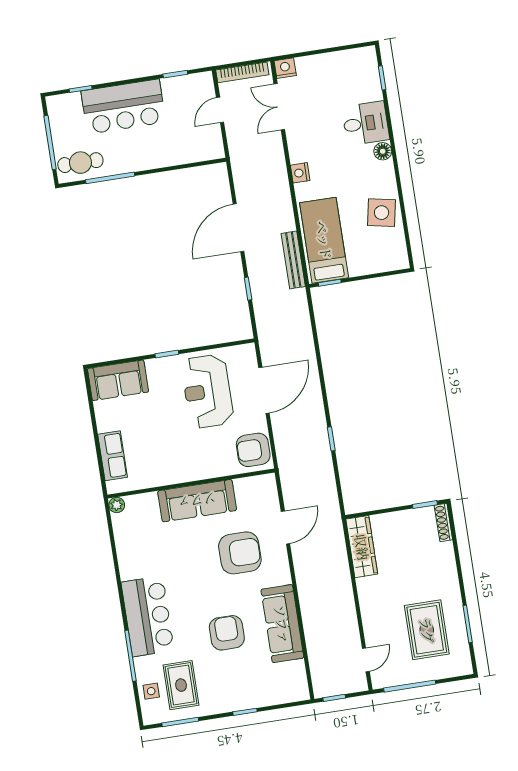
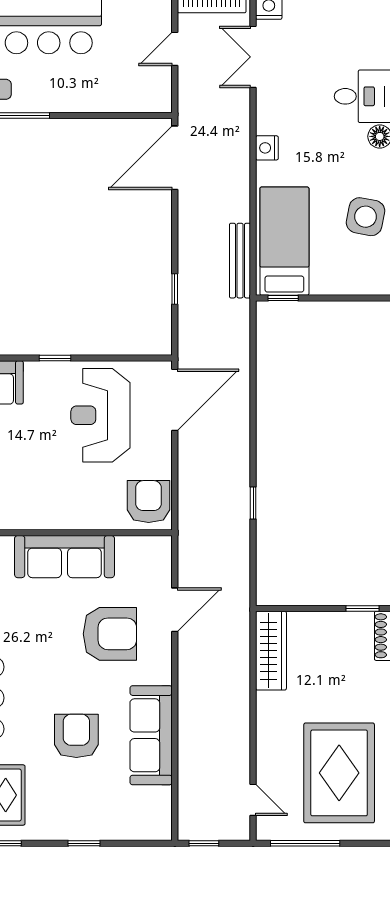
door: (238, 228) -> (175, 158), moved
door: (264, 390) -> (175, 400), moved
armchair: (253, 450) -> (149, 501), turned 90
rug: (427, 630) -> (339, 773), width x1.37, depth x1.44
door: (366, 660) -> (253, 800), hinge flipped

